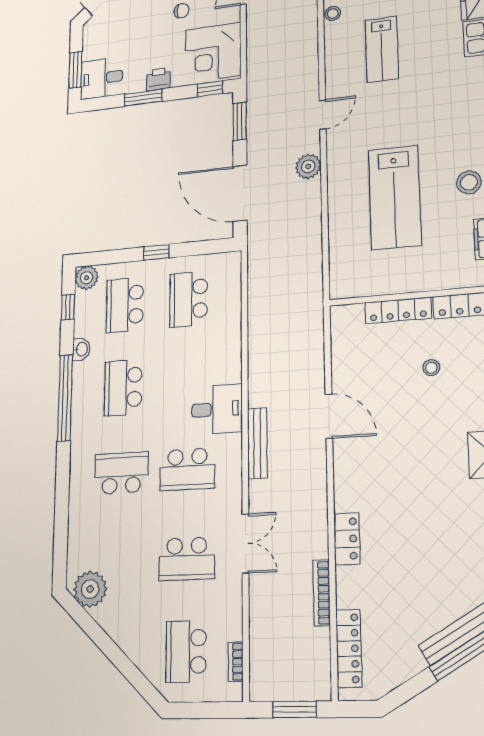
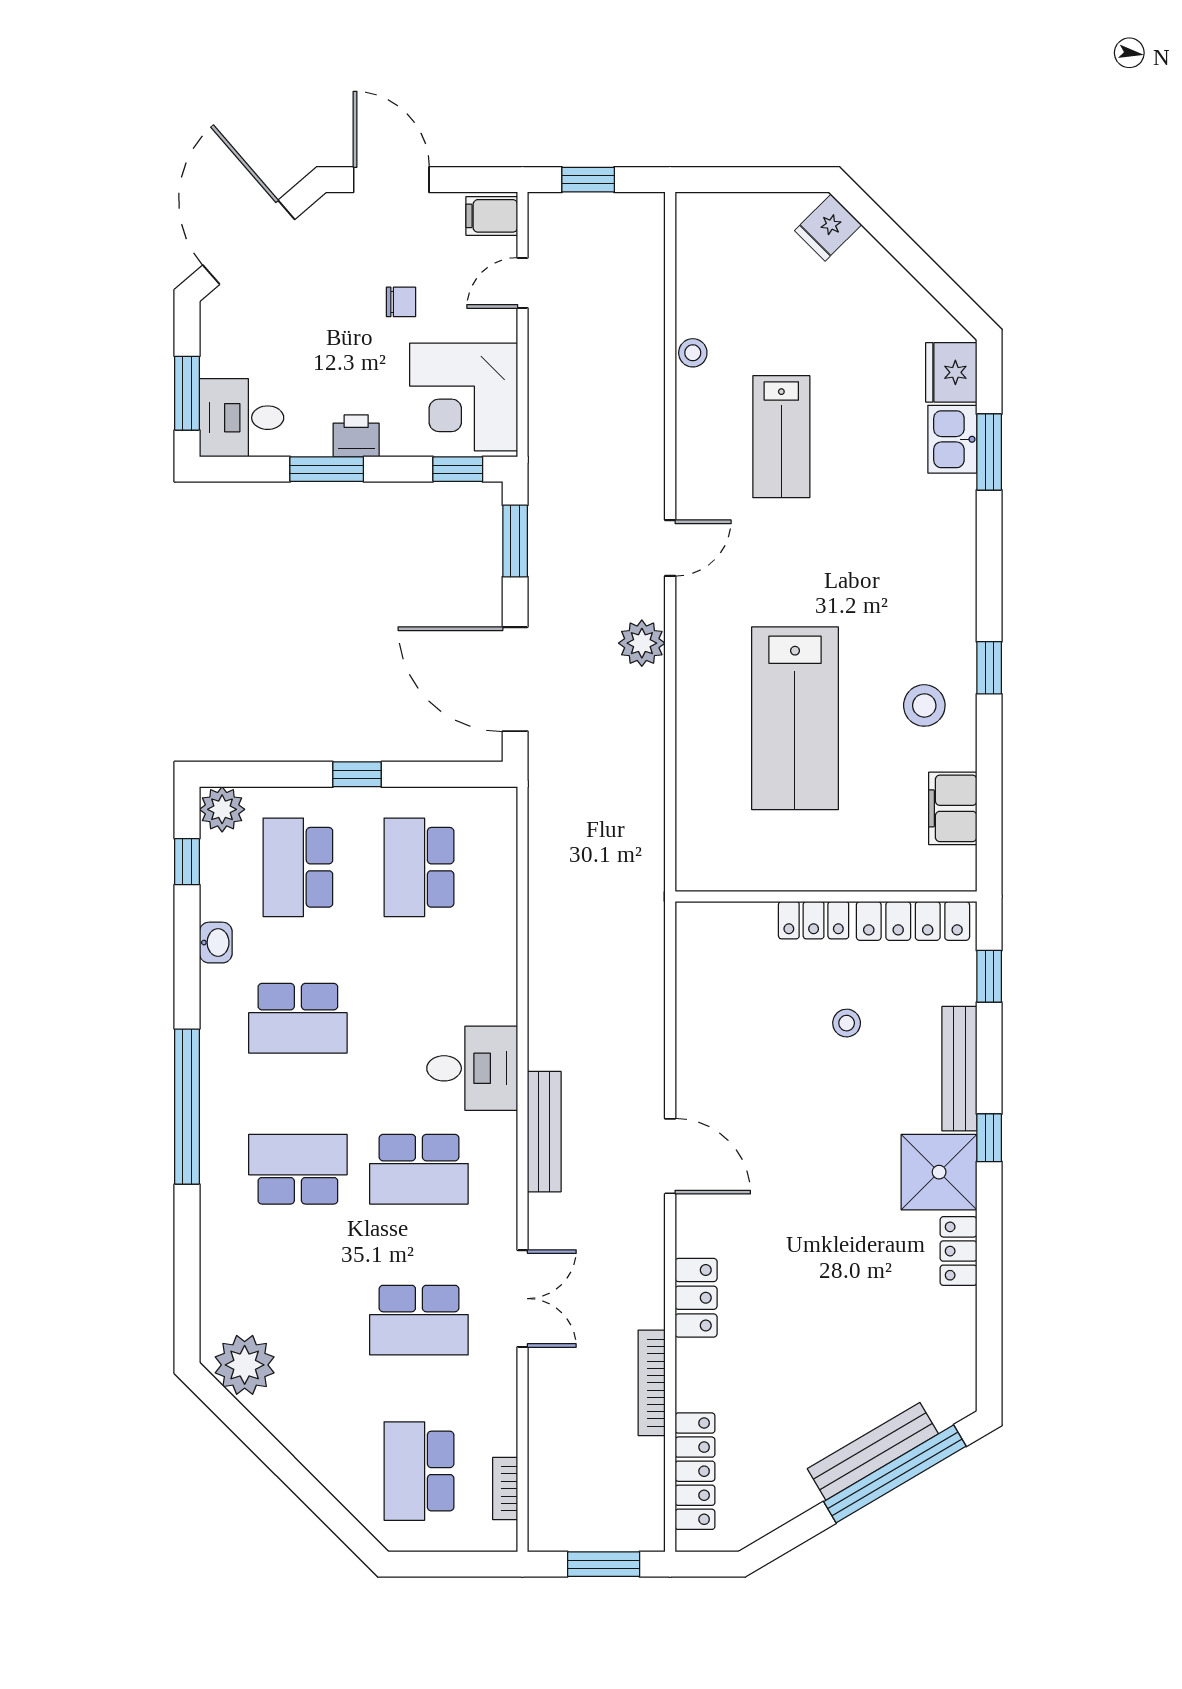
locker: (398, 310) -> (814, 920), width x0.66
school desk: (123, 388) -> (298, 1018), turned -90
window: (65, 398) -> (187, 1107), moved
door: (329, 416) -> (670, 1156), moved

